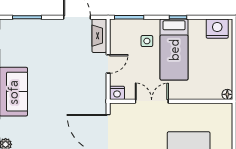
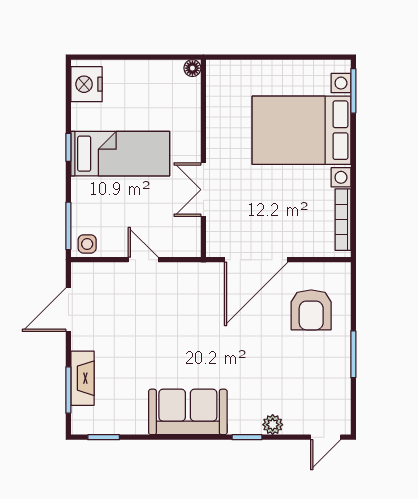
fireplace: (99, 36) -> (82, 378), moved, turned -90
side table: (147, 41) -> (87, 244), moved
nightstand: (117, 93) -> (190, 245), removed

